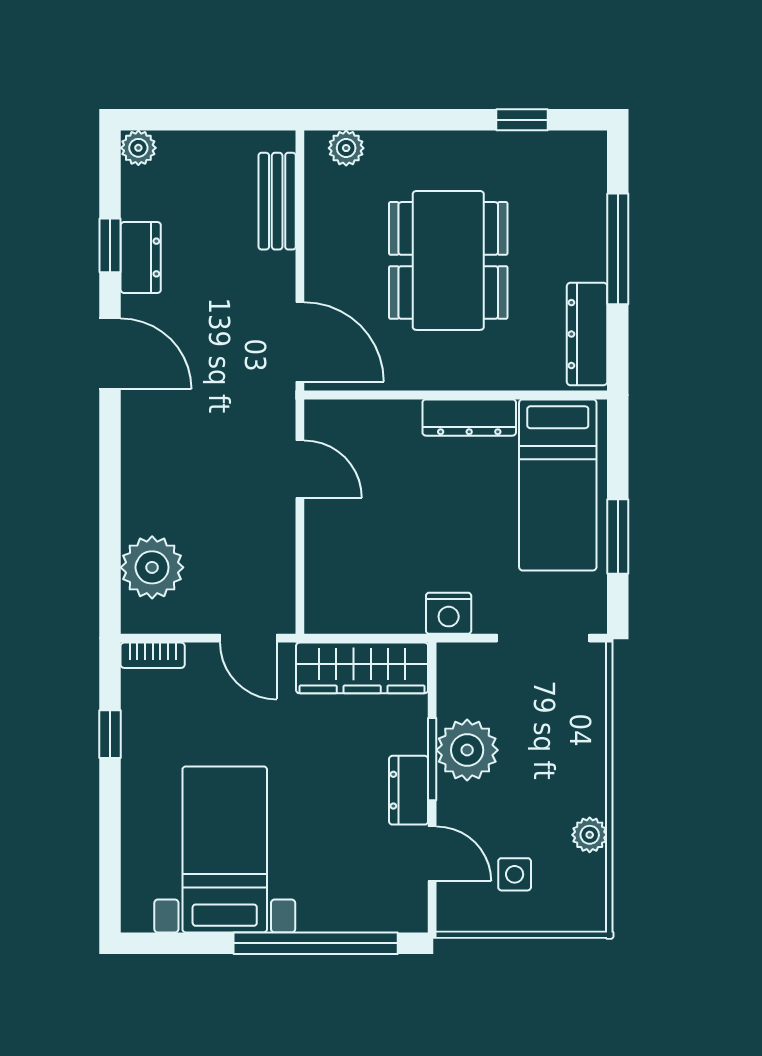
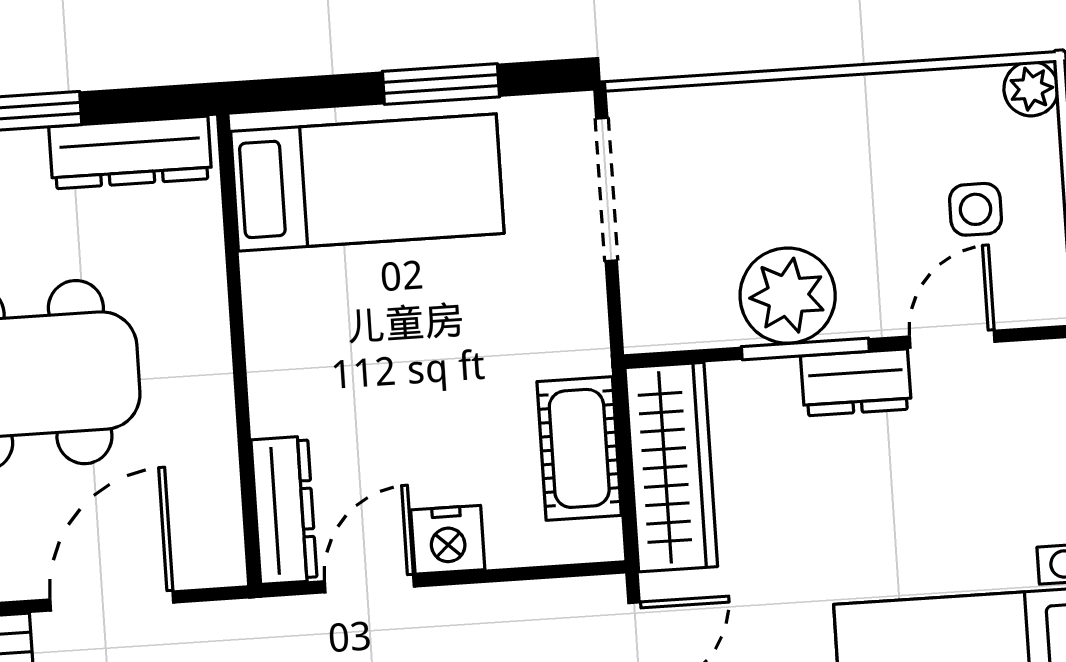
door: (300, 342) -> (112, 601), moved
dresser: (469, 418) -> (284, 510), moved
cot: (378, 610) -> (579, 448), added
nightstand: (449, 613) -> (448, 540), moved, turned 90
plant: (590, 835) -> (1031, 89), moved

